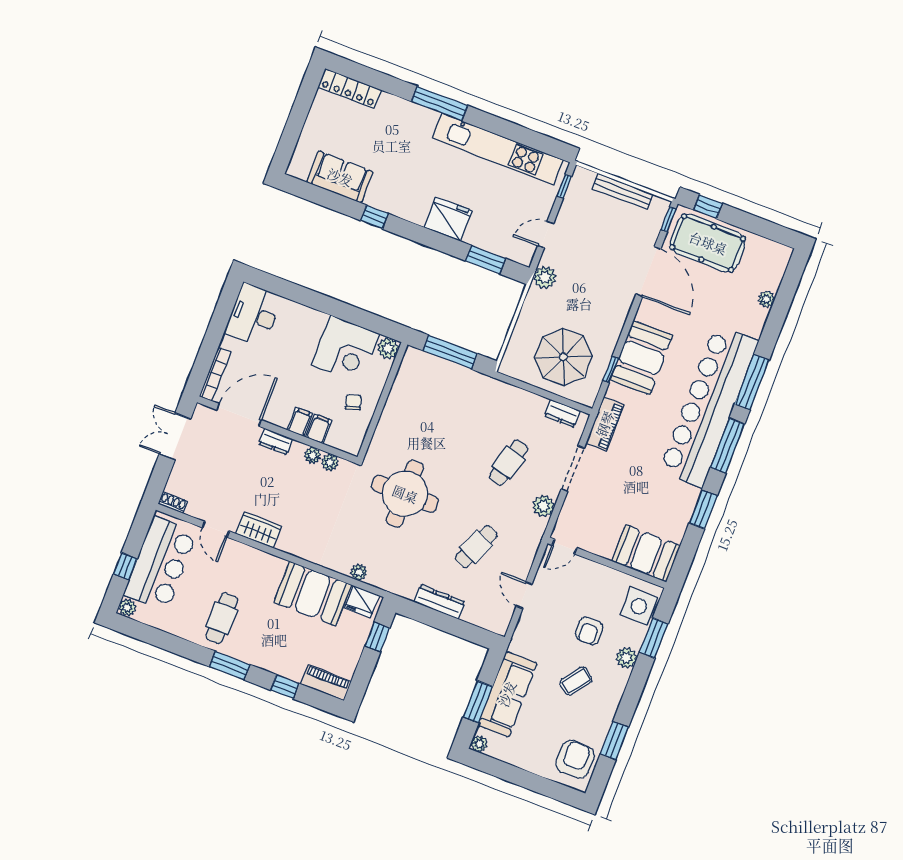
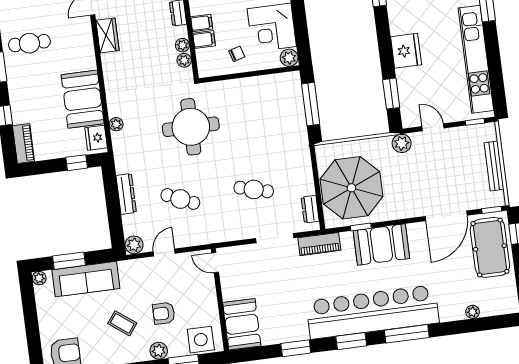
parasol: (563, 357) -> (351, 188), width x1.36, depth x1.36
window: (727, 446) -> (351, 341), width x0.69
plant: (543, 506) -> (134, 245), moved

